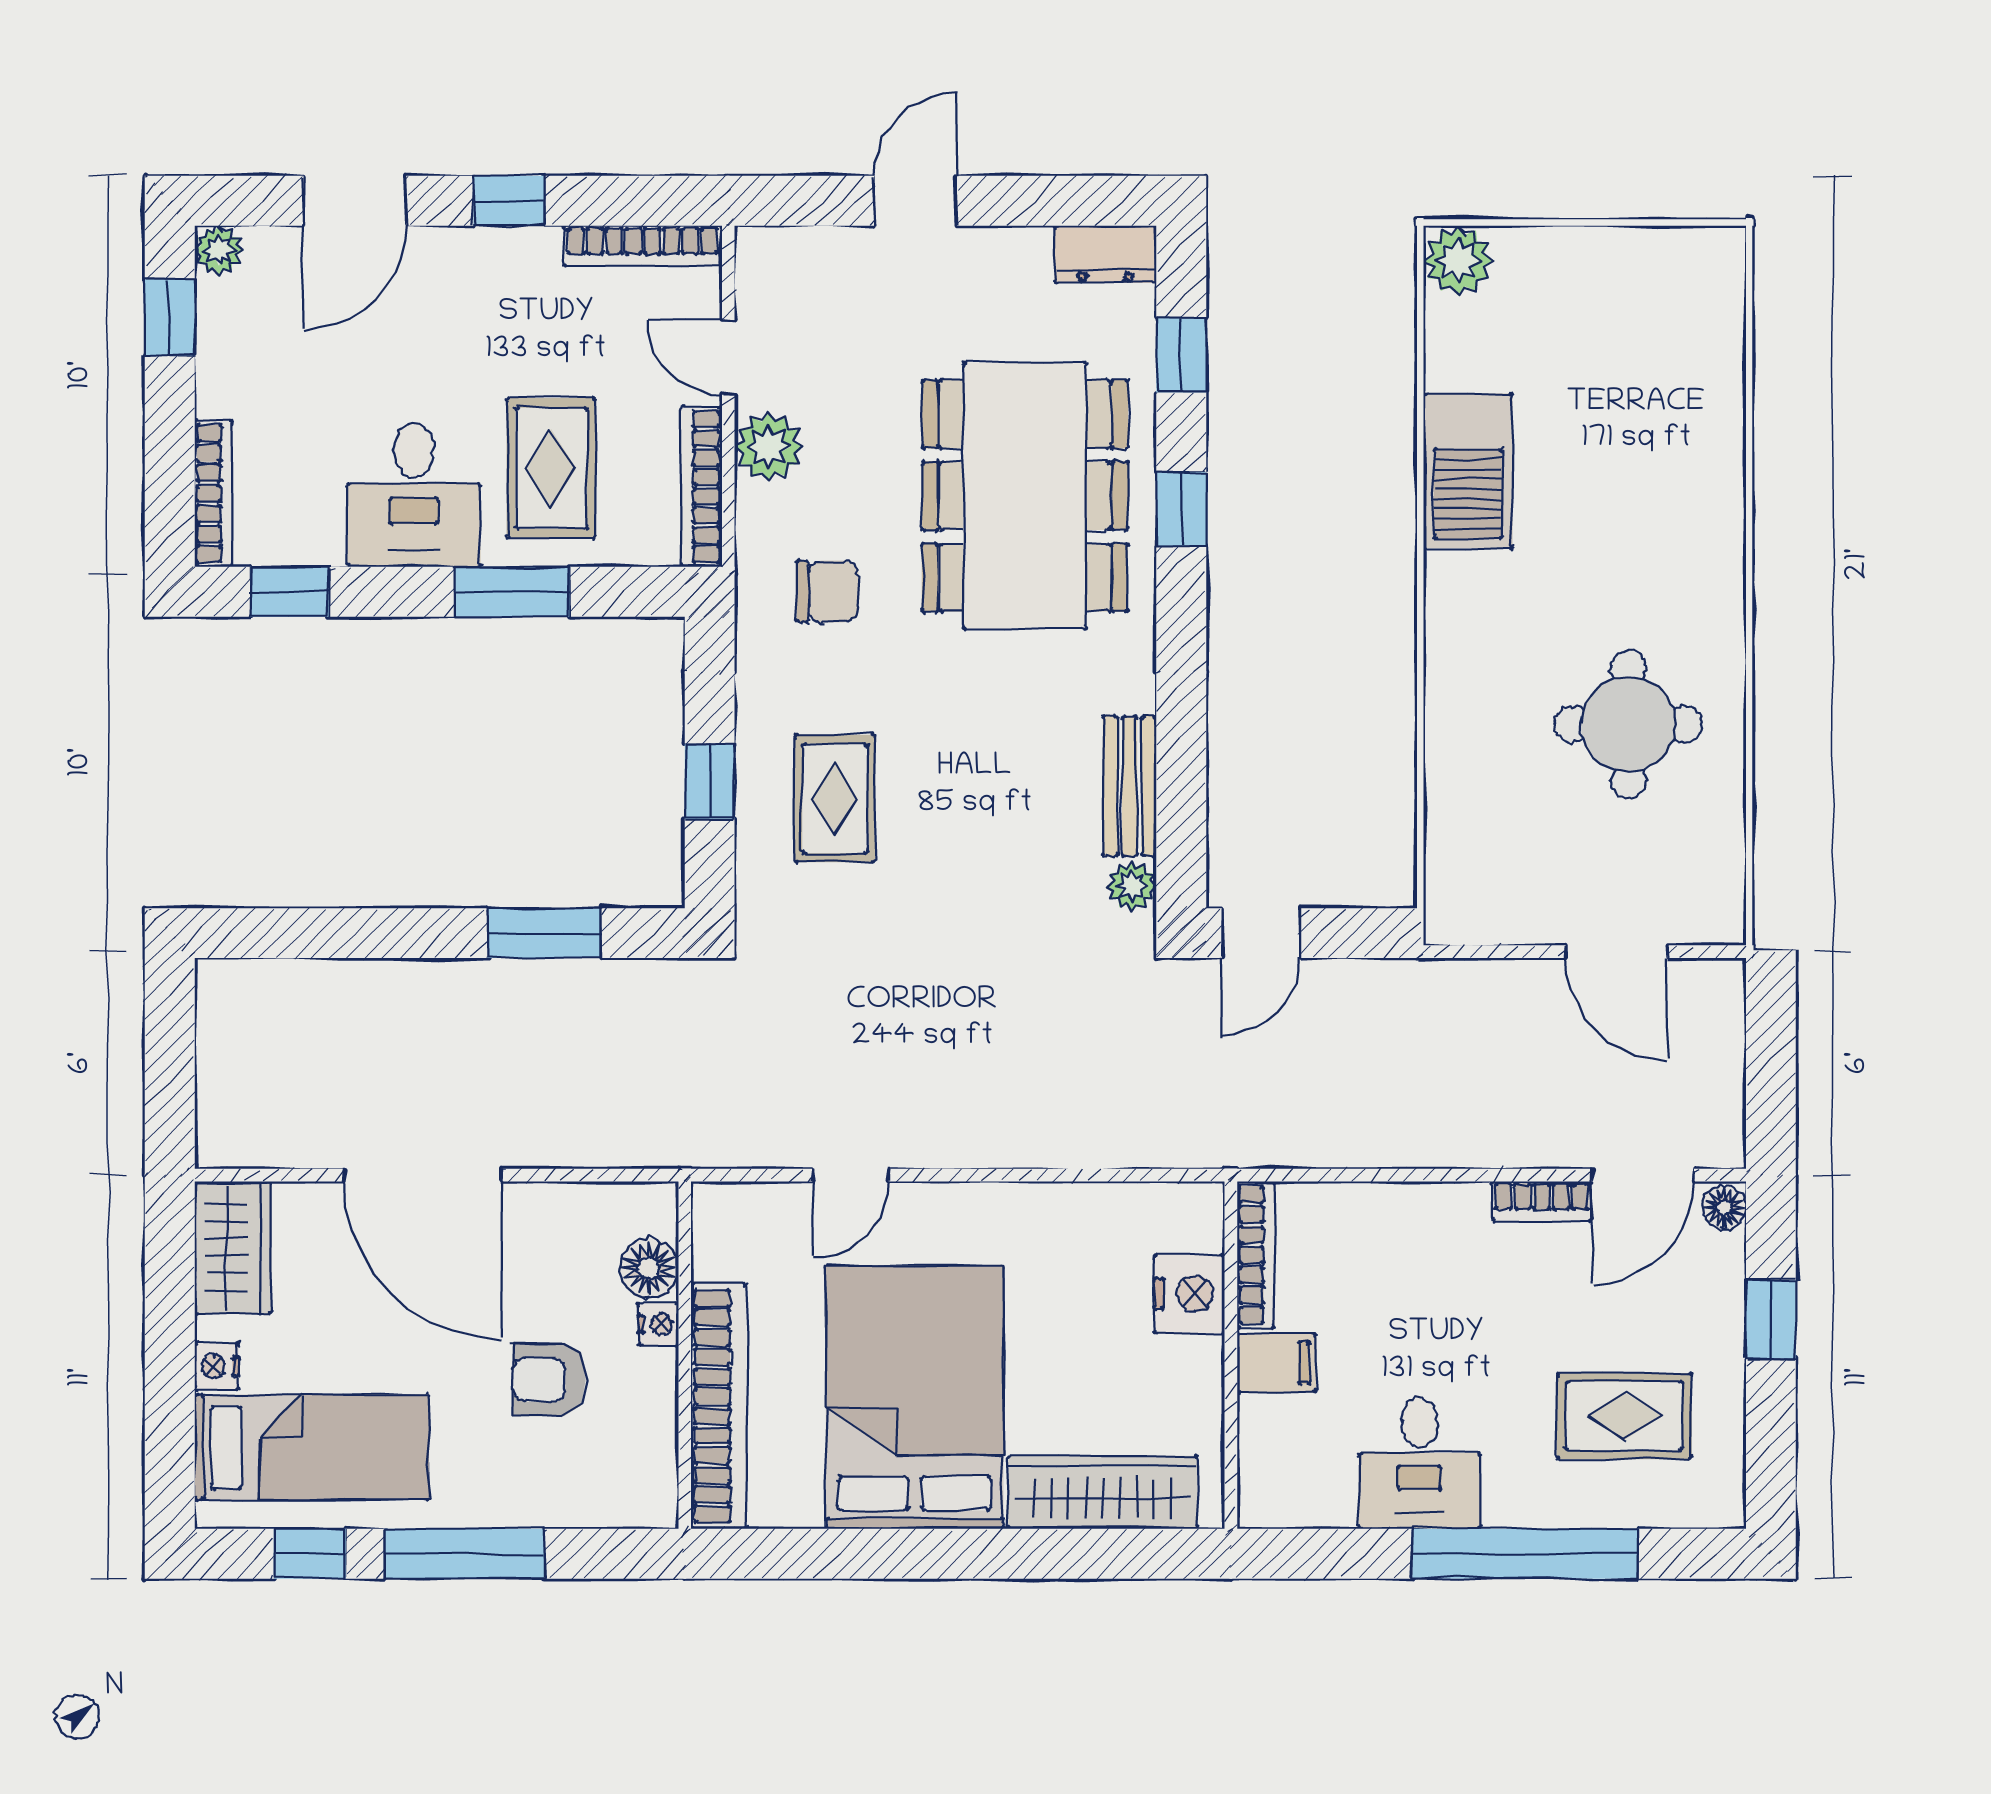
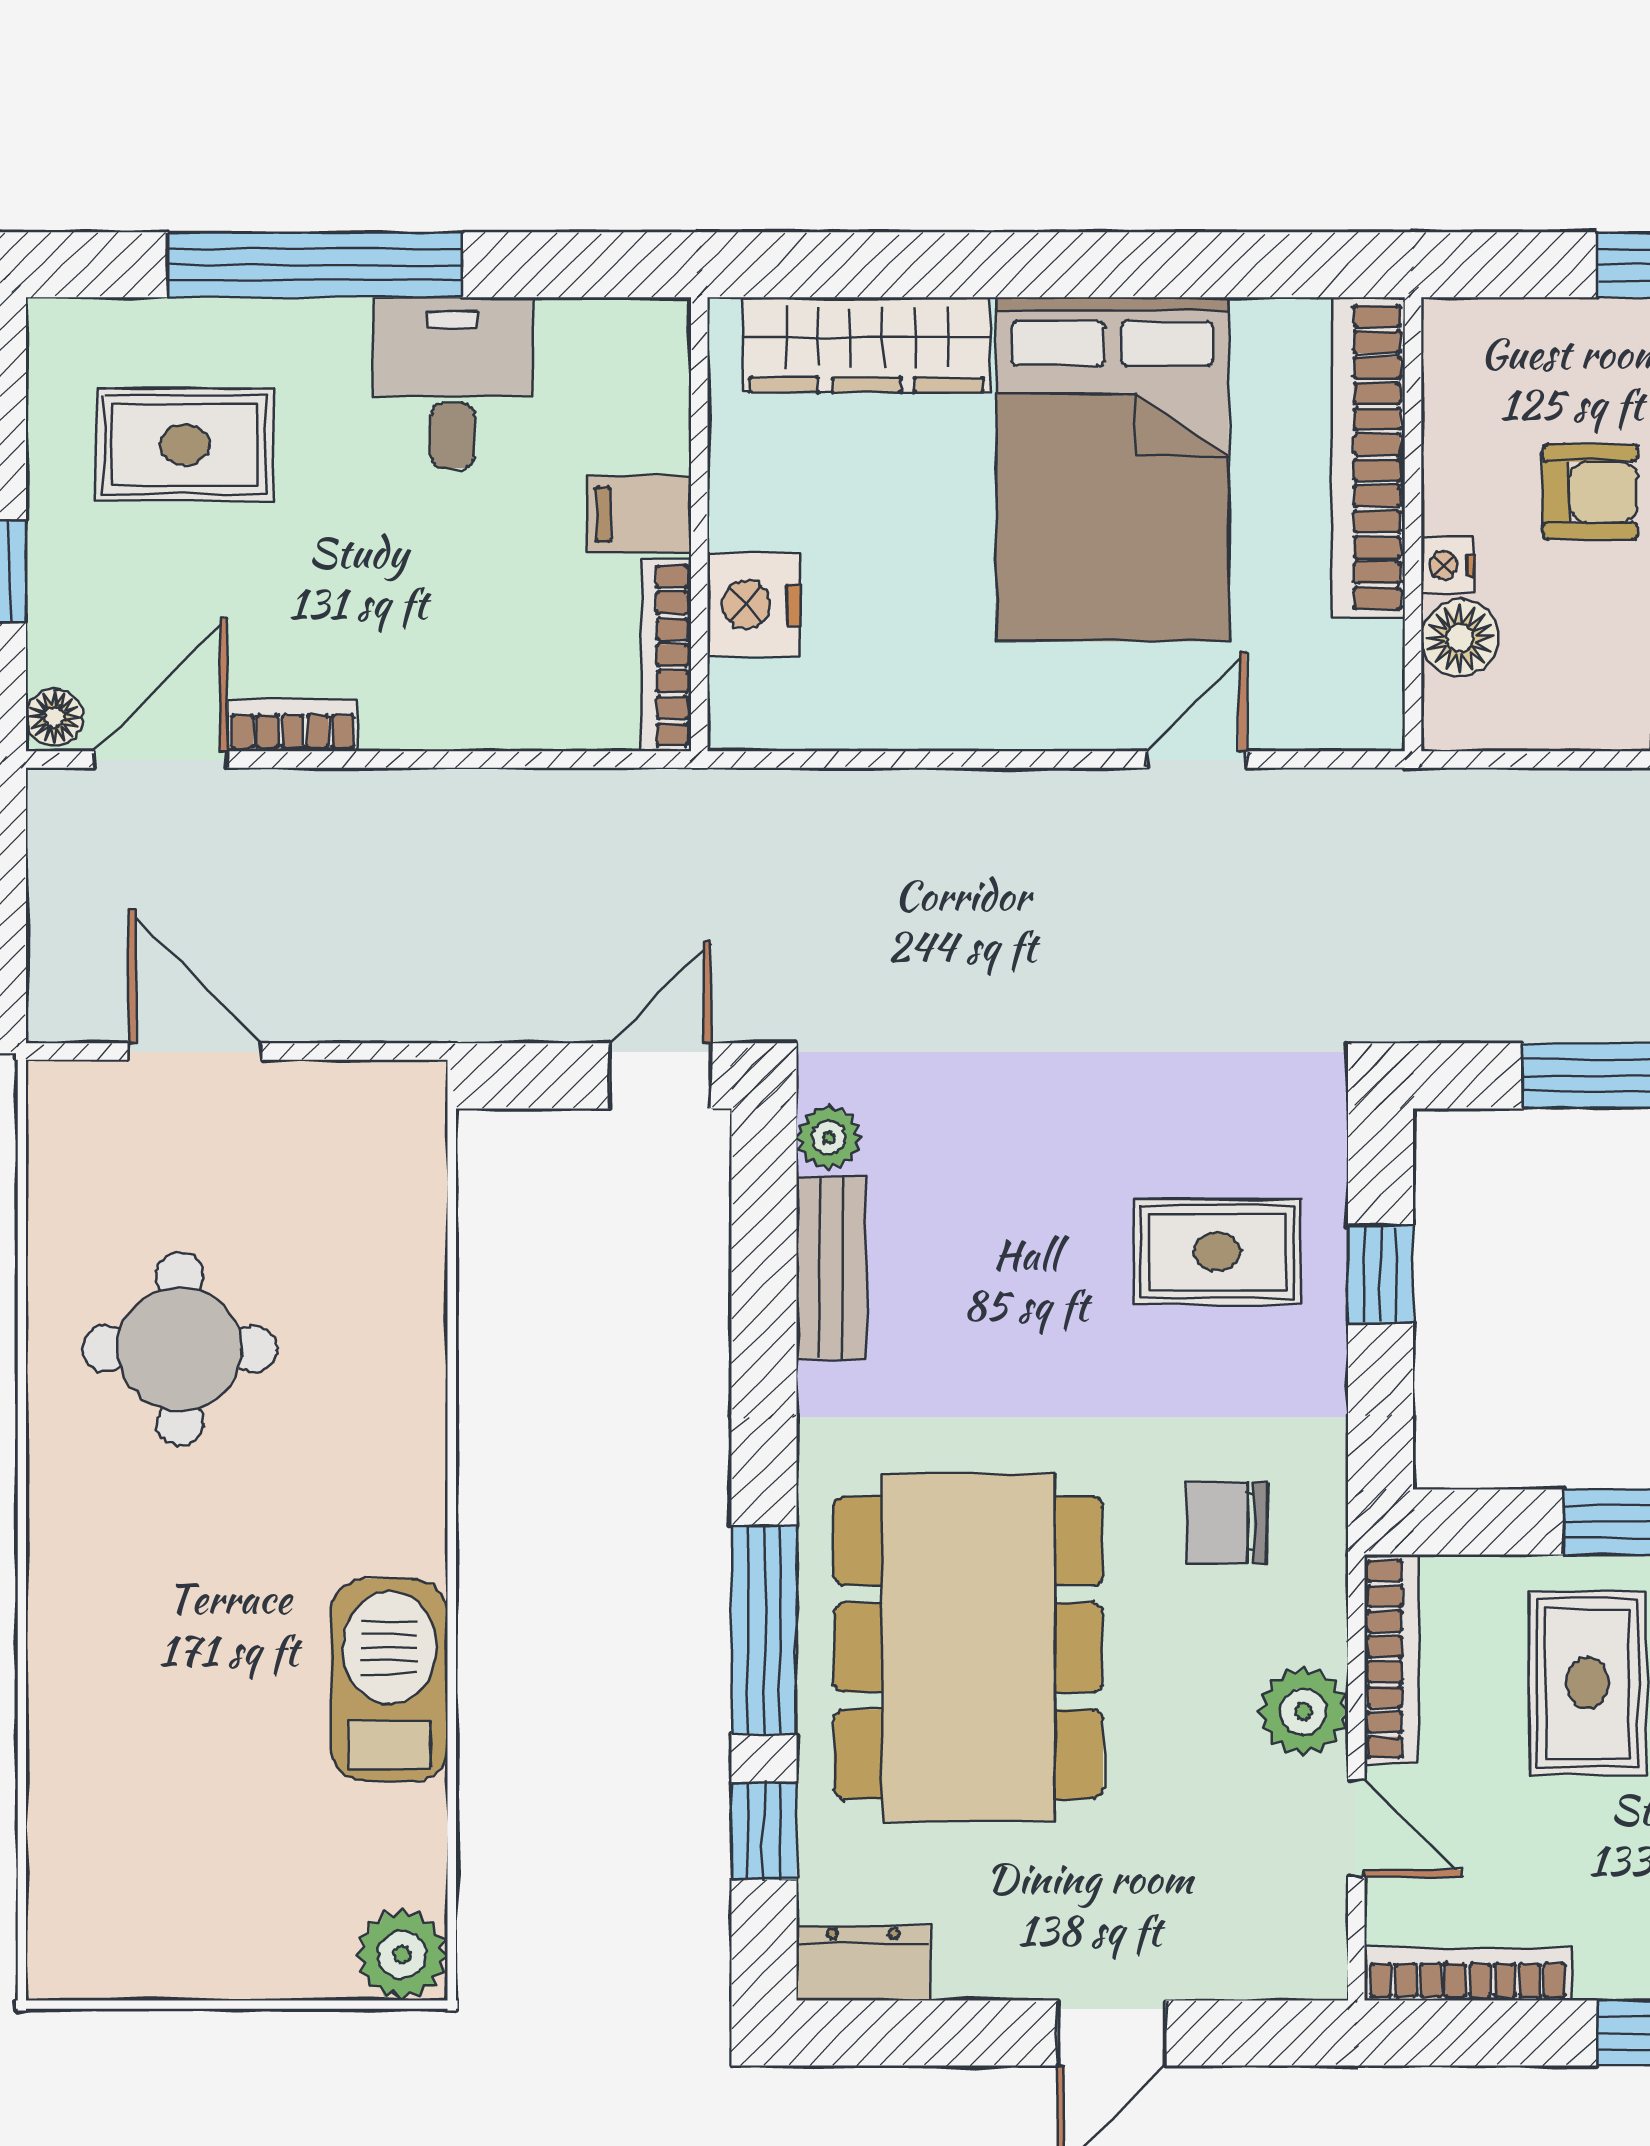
window: (1181, 509) -> (764, 1630), width x2.17
rug: (835, 798) -> (1217, 1252), turned 90

